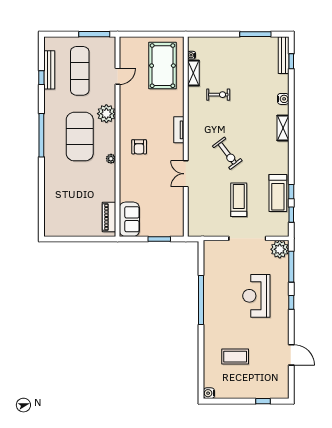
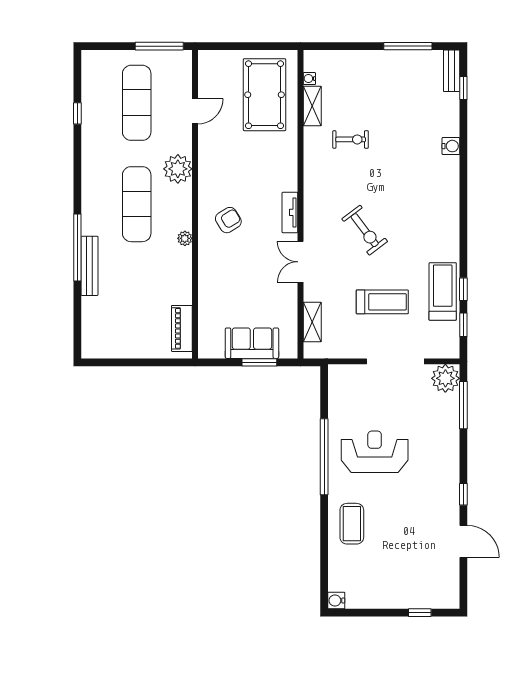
bench: (284, 55) -> (452, 71), width x0.73
bench: (49, 70) -> (89, 266), moved
shelving: (283, 128) -> (312, 322), moved
tv unit: (179, 130) -> (290, 212), moved
window: (41, 135) -> (77, 247), moved
exercise mat: (80, 137) -> (137, 204), width x0.68
armchair: (139, 147) -> (228, 220), turned -122
treadmill: (278, 193) -> (443, 291), turned 180
treadmill: (239, 200) -> (382, 302), turned 90
sofa: (129, 219) -> (252, 343), moved, turned -90
reception desk: (256, 296) -> (375, 452), moved, turned 90
window: (291, 302) -> (463, 494), moved
coffee table: (235, 357) -> (352, 524), moved, turned 90

